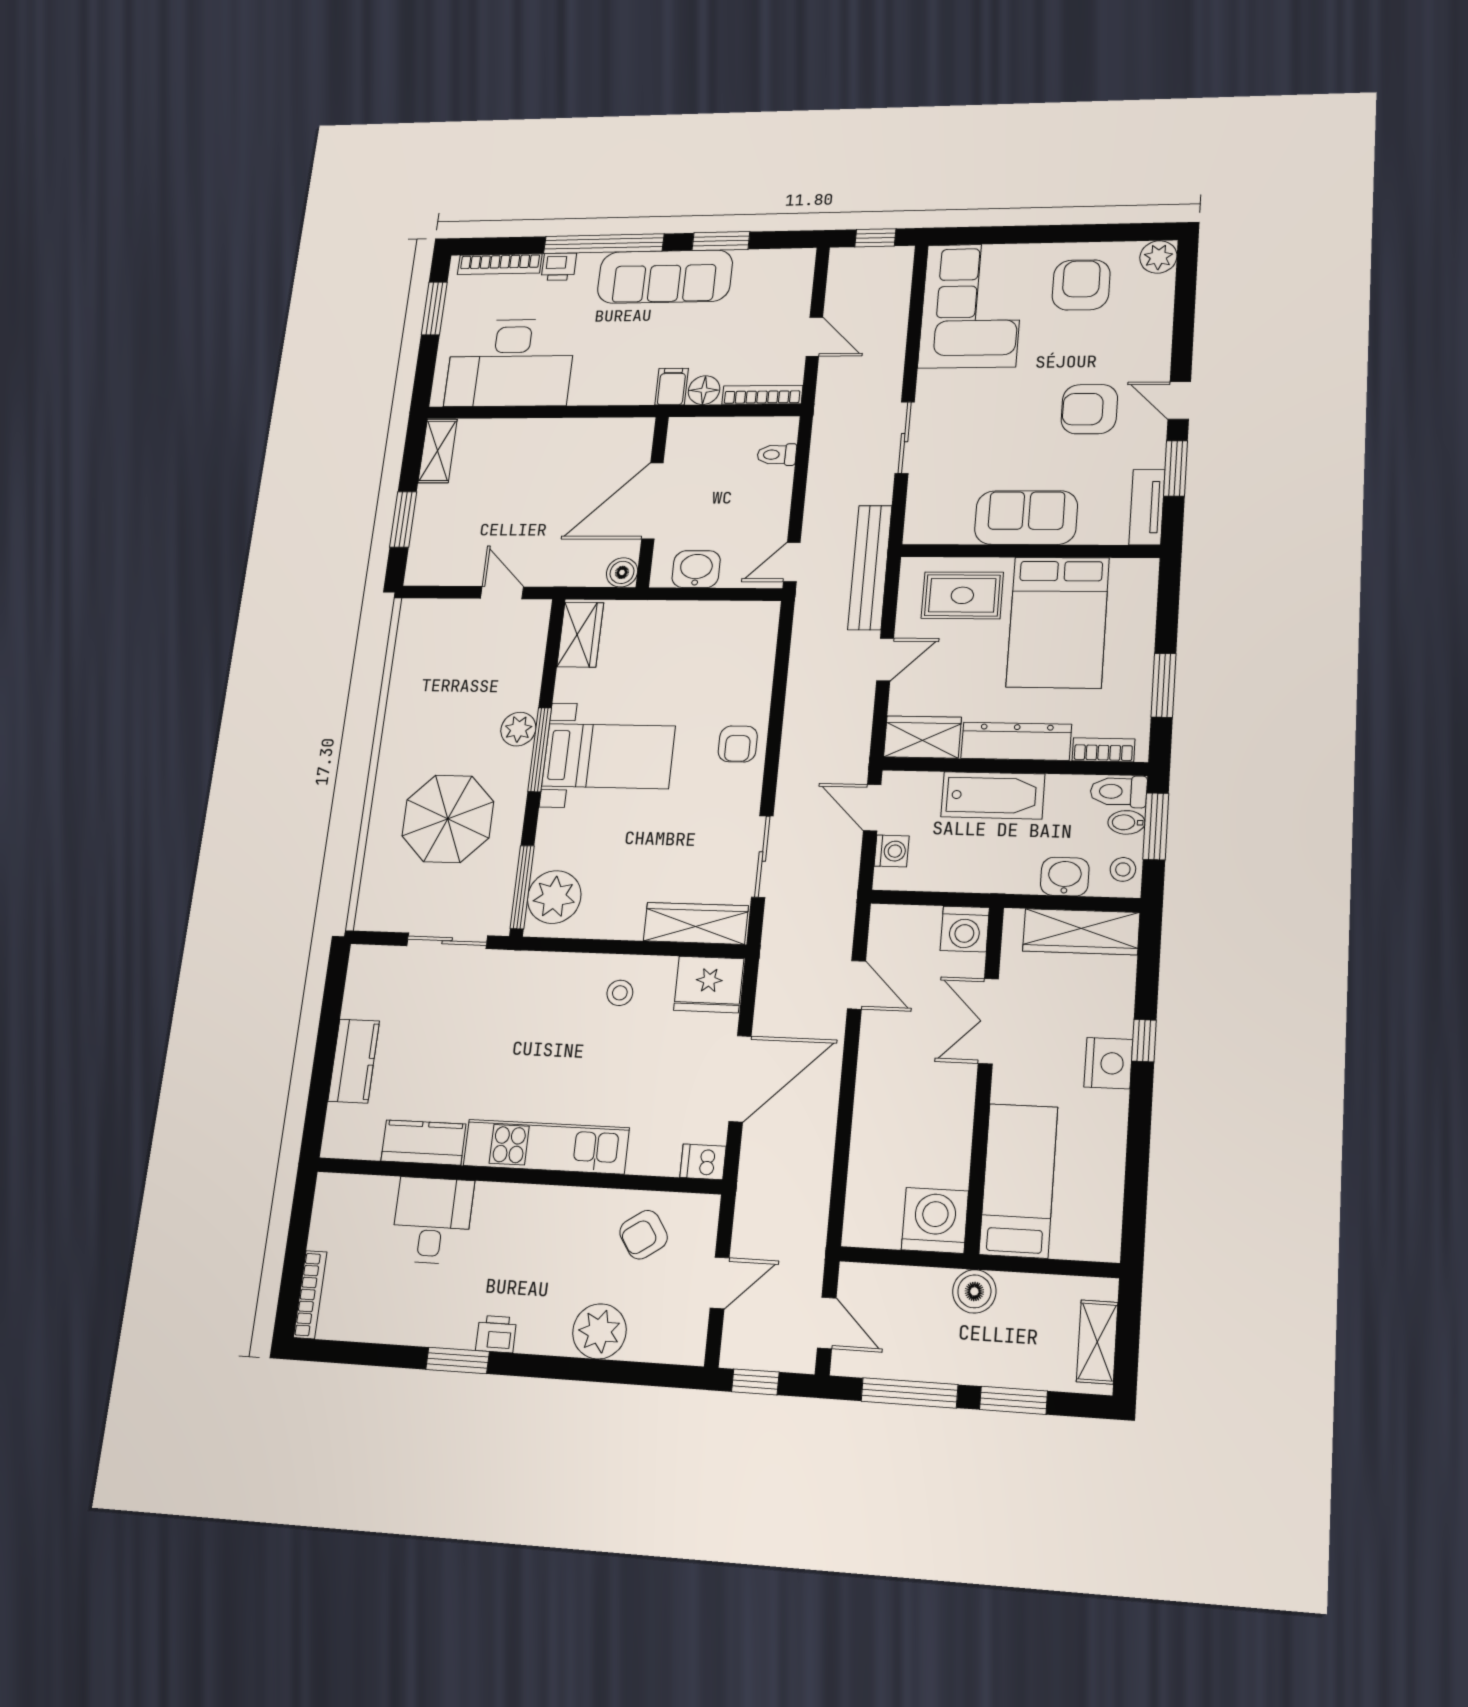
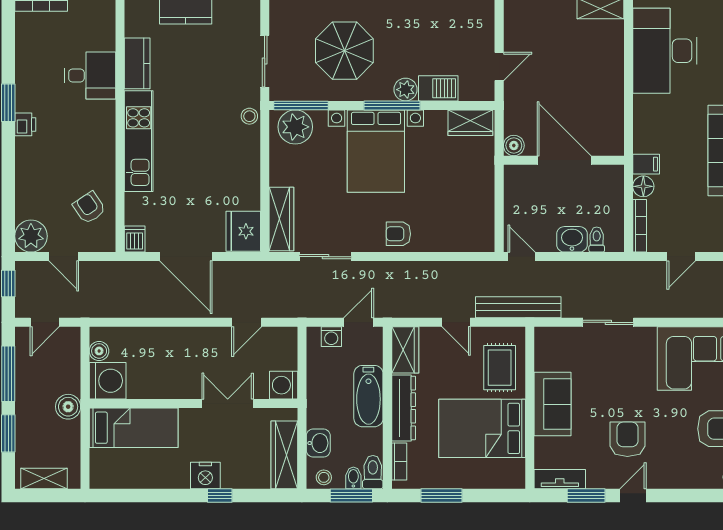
washbasin: (696, 569) -> (572, 239), moved, turned -90
barbecue: (523, 681) -> (438, 88), added
bed with nightstands: (608, 756) -> (376, 151), width x1.36
stool: (620, 993) -> (249, 116), moved
boiler: (883, 1232) -> (99, 351), added
plant: (599, 1331) -> (31, 236), moved

